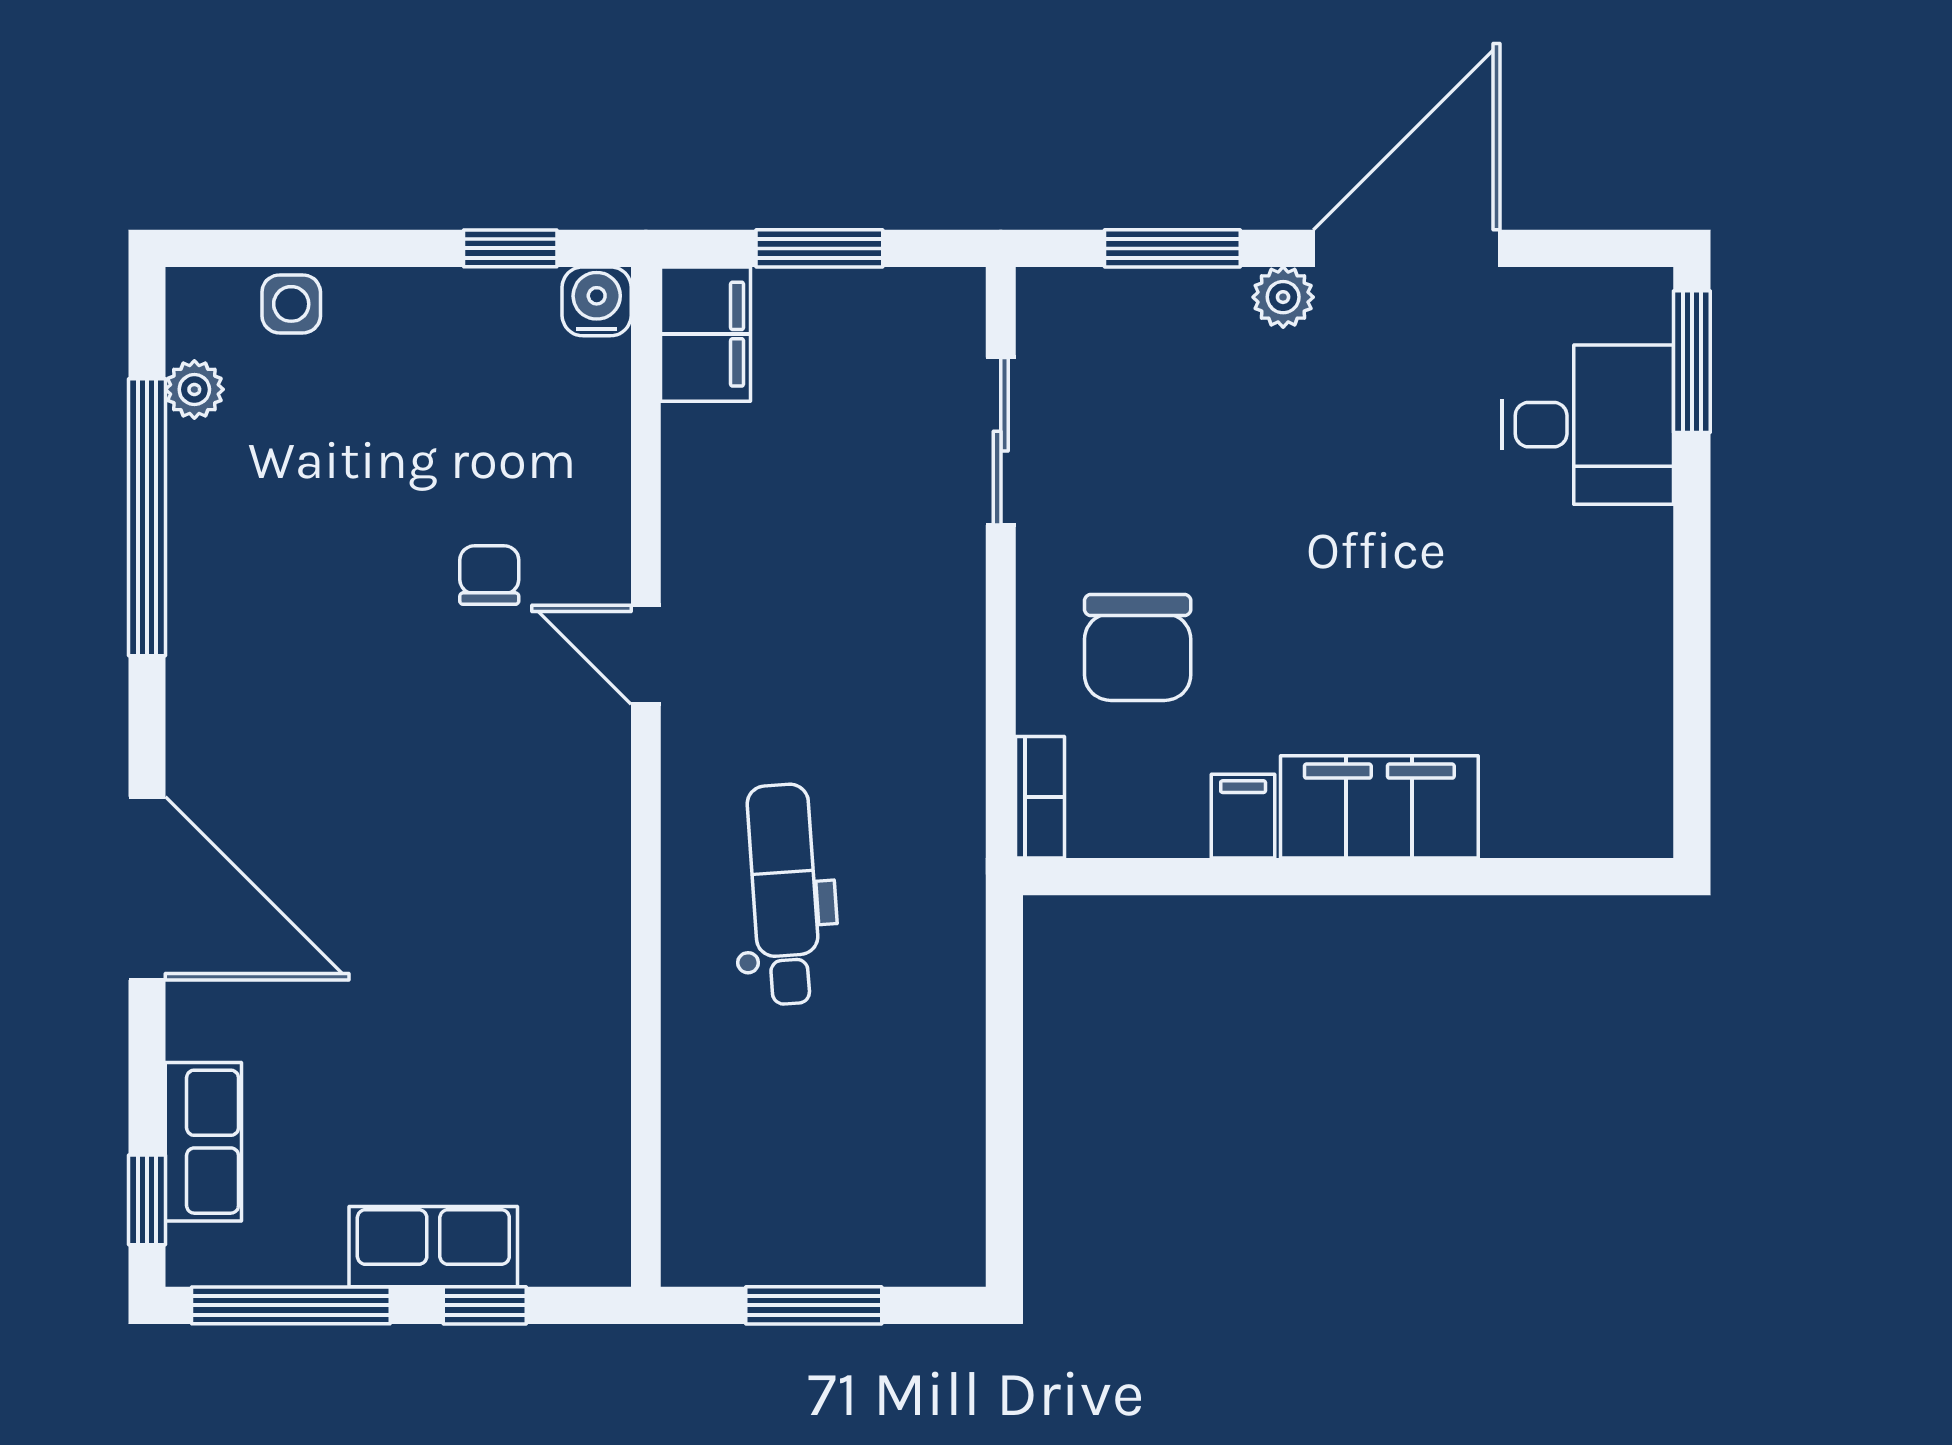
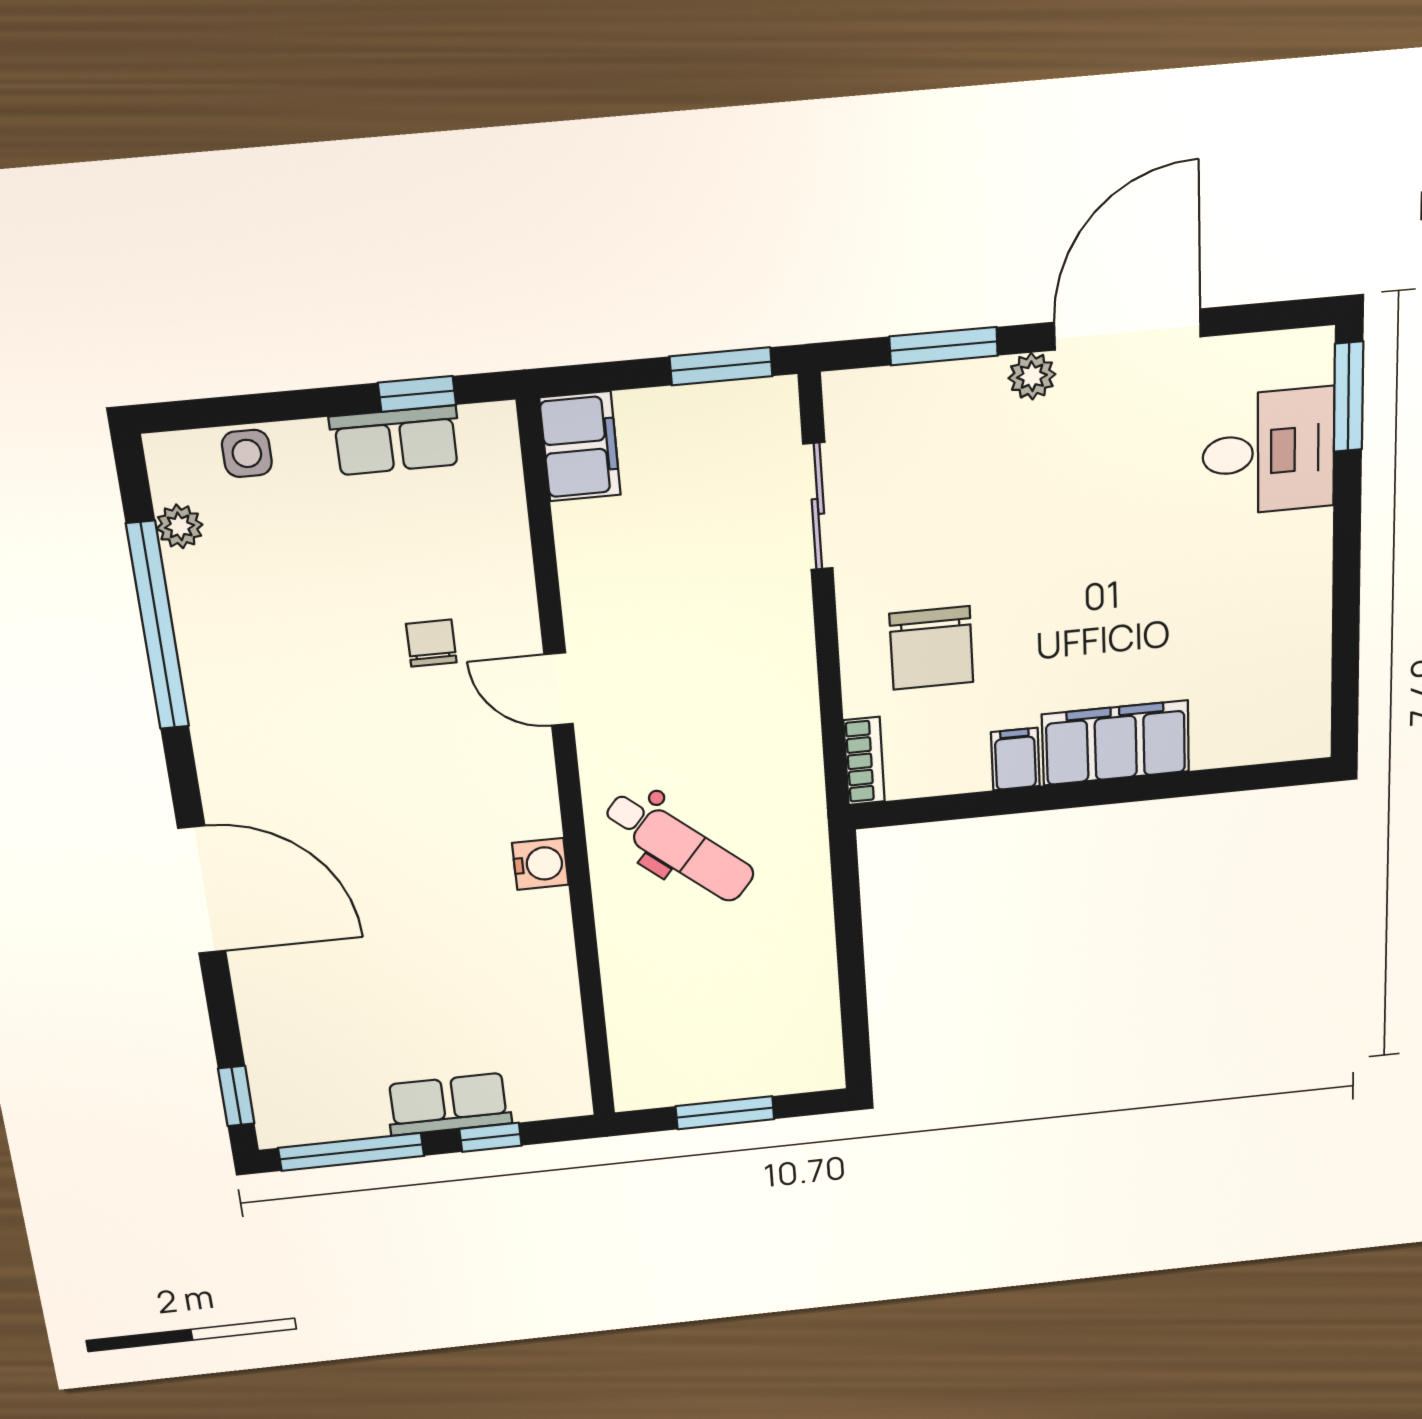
window: (819, 248) -> (721, 366), moved
water cooler: (597, 301) -> (540, 864), moved, turned 90
dental chair: (784, 894) -> (679, 847), turned 134
row of seats: (203, 1142) -> (396, 440), moved, turned 90

